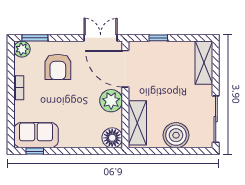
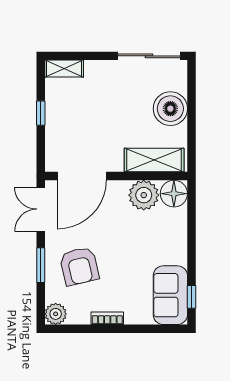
window: (35, 38) -> (41, 265), moved
window: (158, 38) -> (41, 113), moved
shelving: (204, 63) -> (64, 69), width x0.67, depth x0.75
armchair: (58, 67) -> (79, 266), turned 77
plant: (111, 101) -> (144, 195), moved

